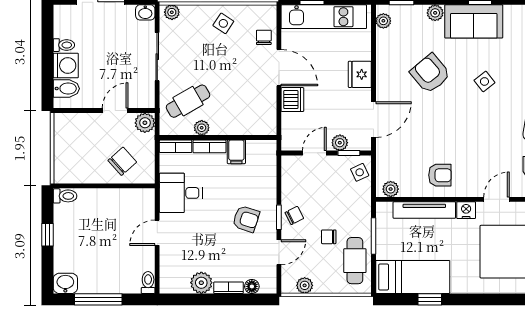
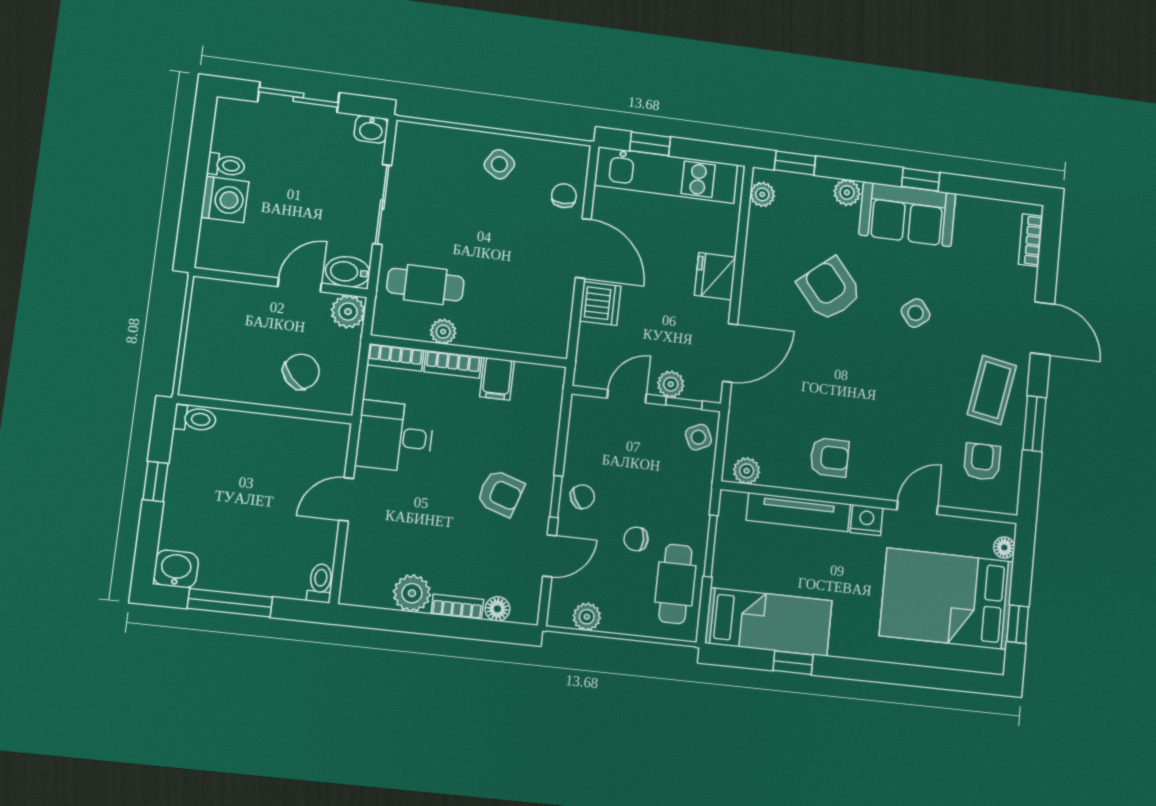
plant: (172, 12) -> (416, 135), removed
bidet: (66, 89) -> (348, 272), moved, turned 180
cafe table: (188, 101) -> (425, 285), turned 30

